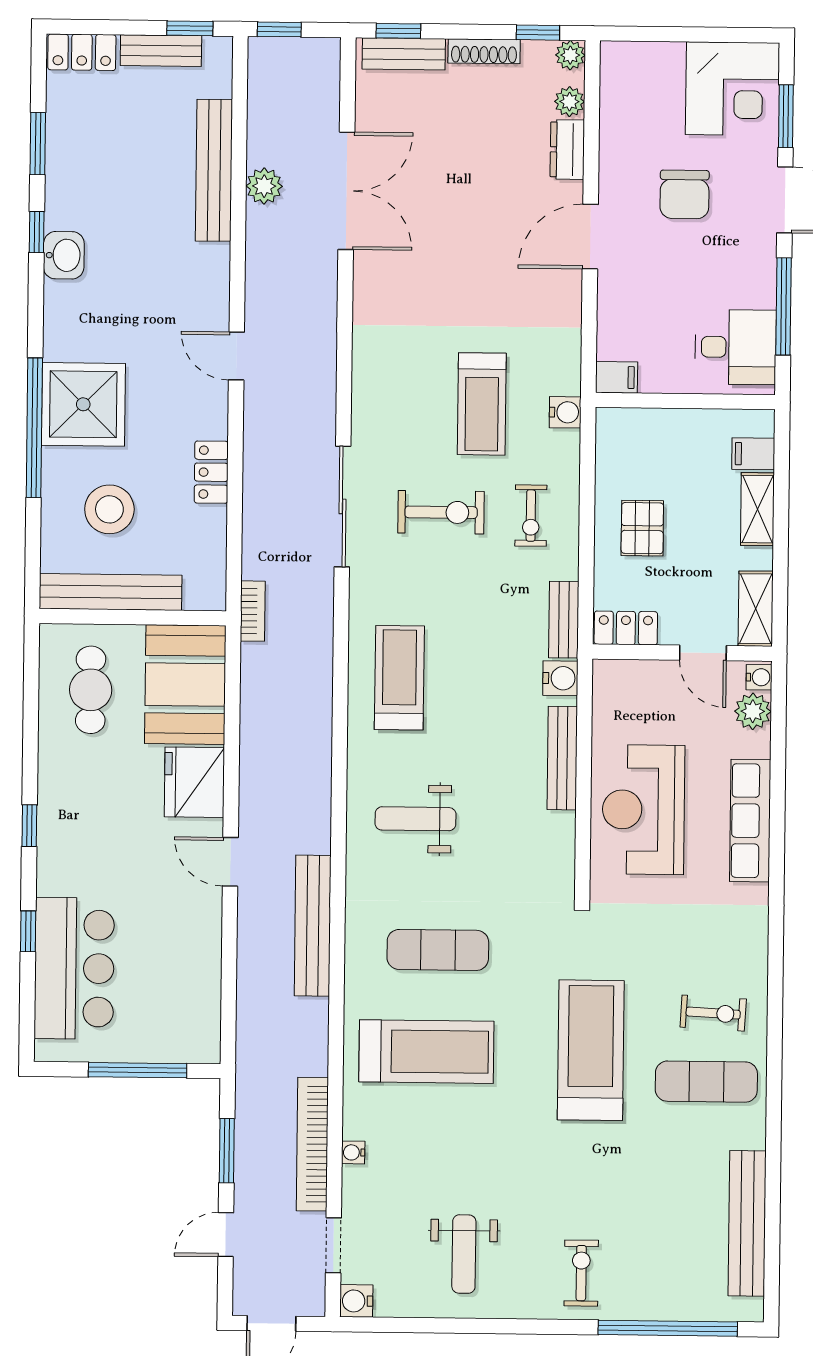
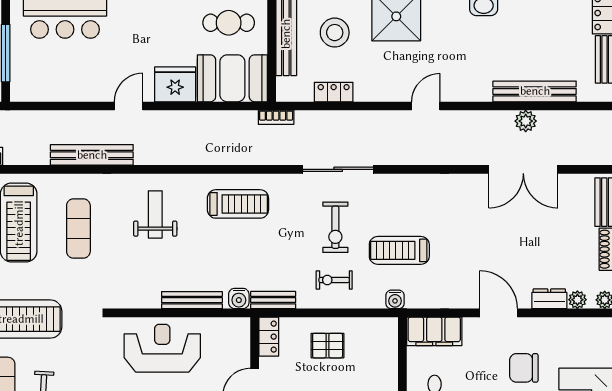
filing cabinet: (617, 377) -> (434, 331), width x3.00, depth x1.17
locker: (211, 472) -> (334, 92), moved

